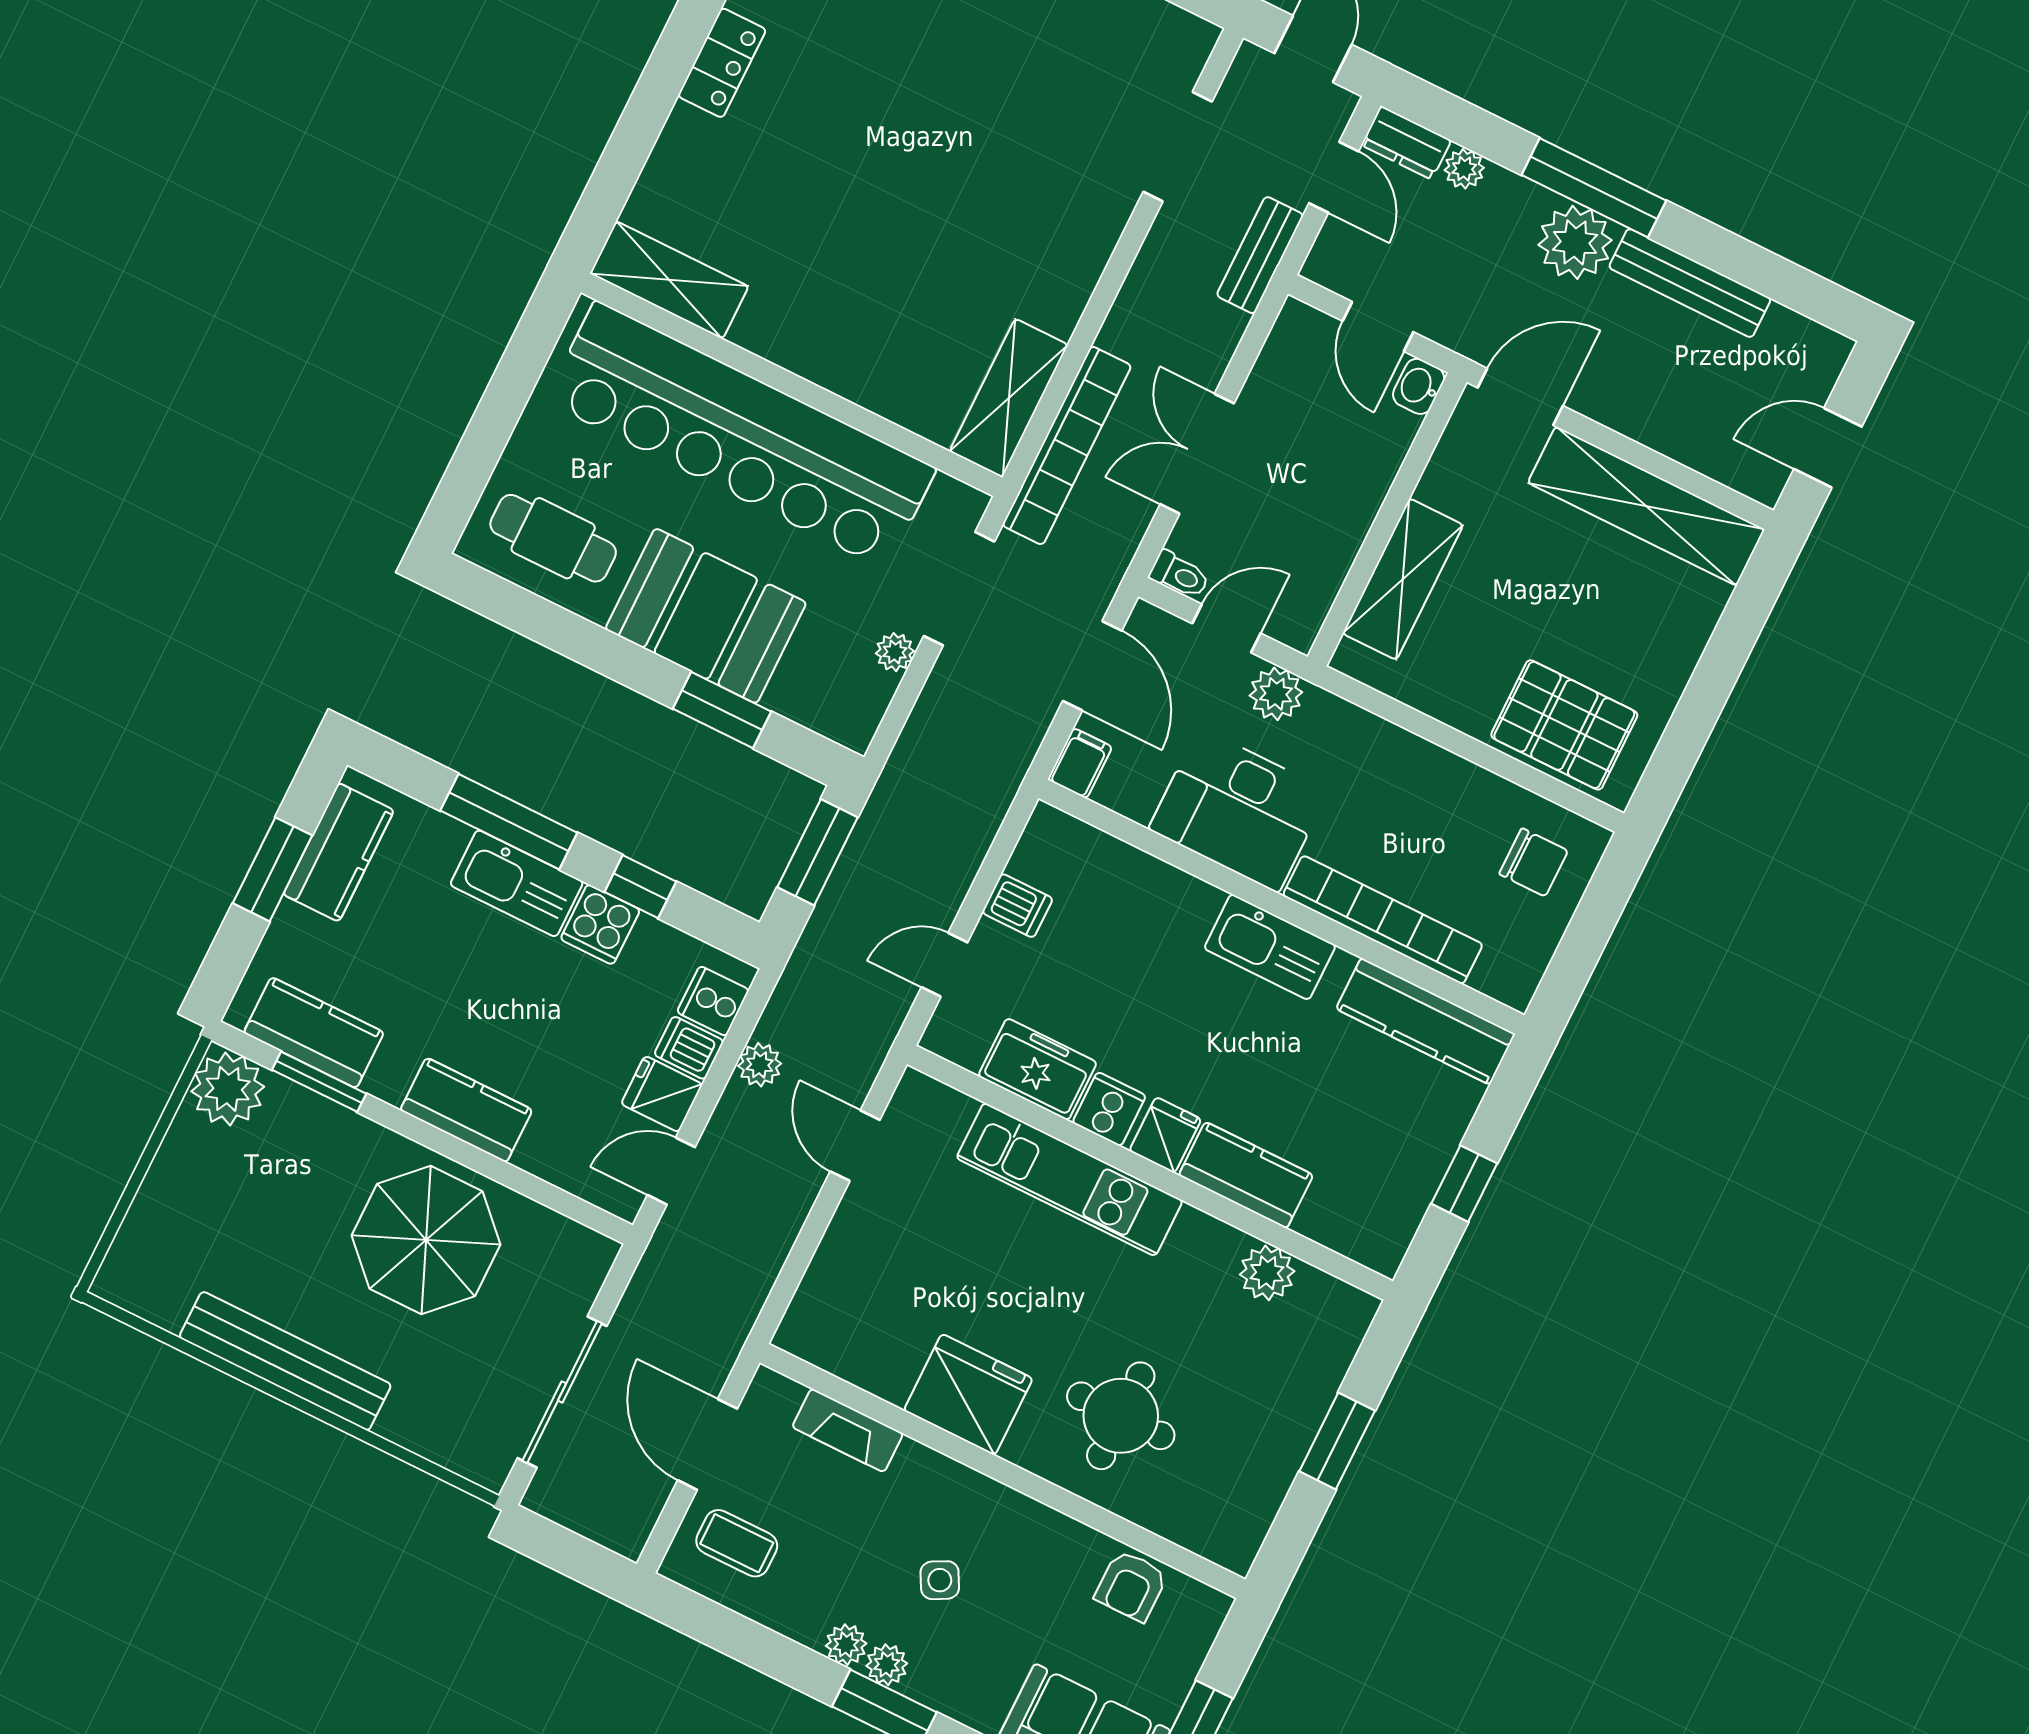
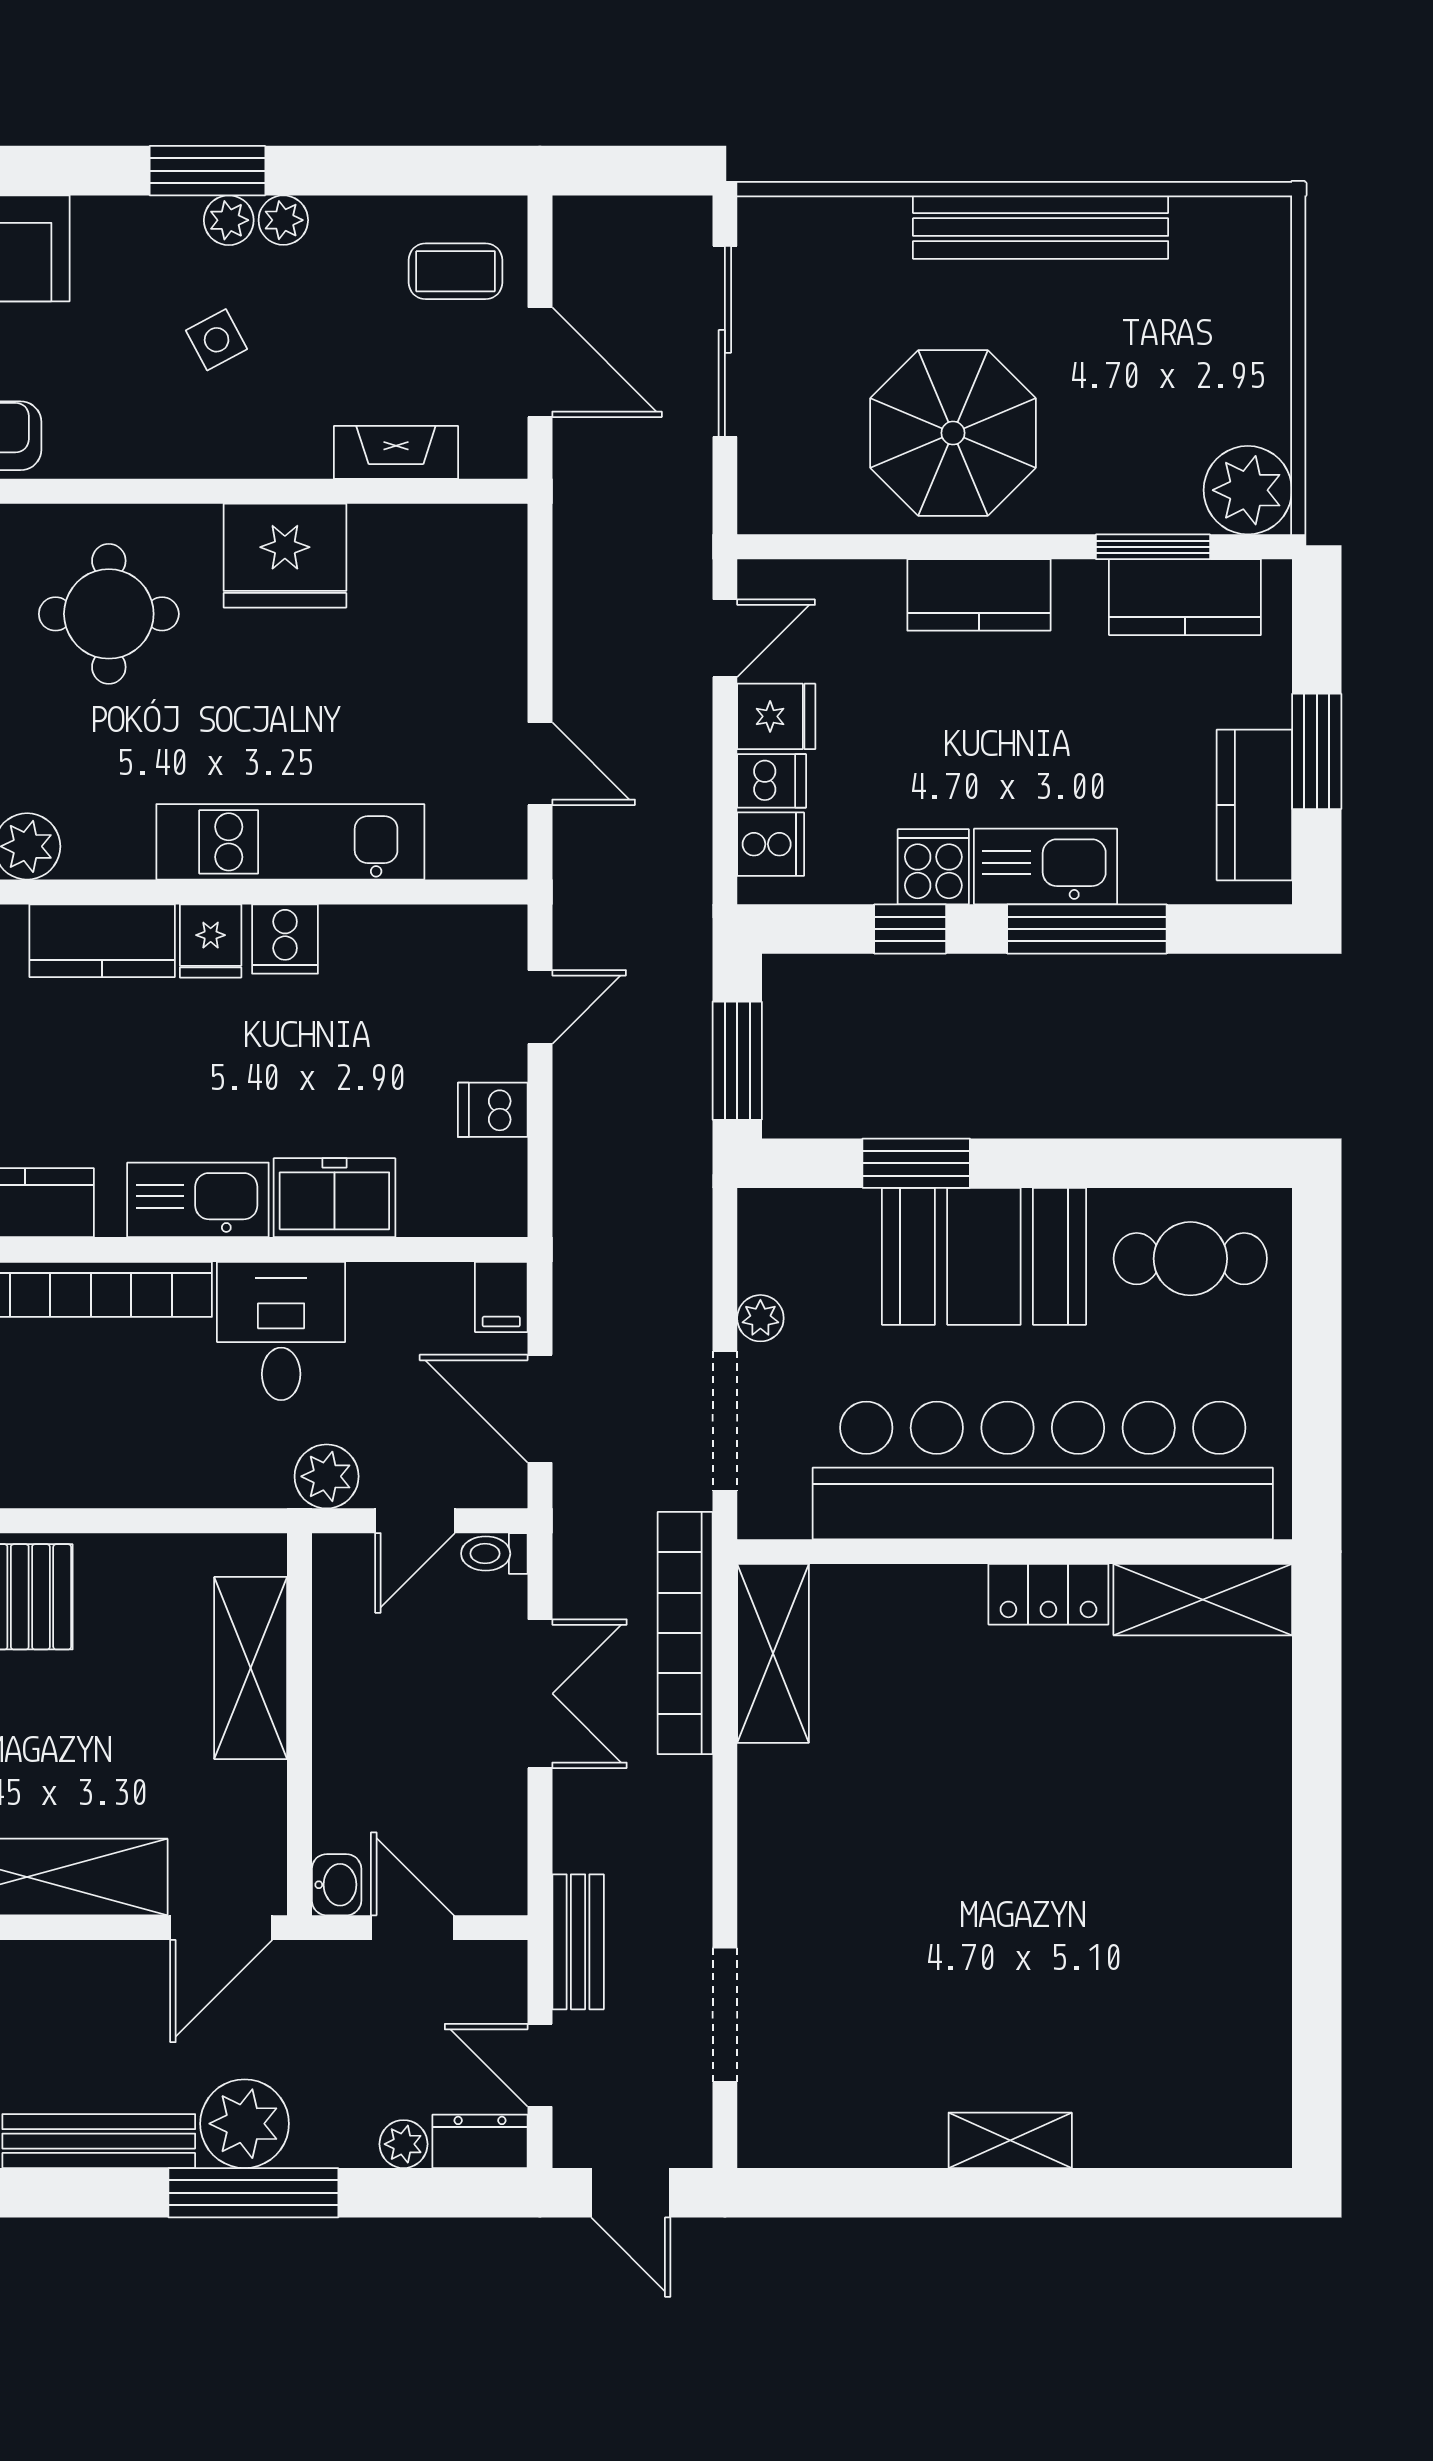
locker: (722, 63) -> (1048, 1594), moved, turned -90
desk: (1239, 810) -> (281, 1331), width x0.73
plant: (760, 1065) -> (686, 800), removed
freezer: (1038, 1069) -> (334, 1198), moved, turned 180

